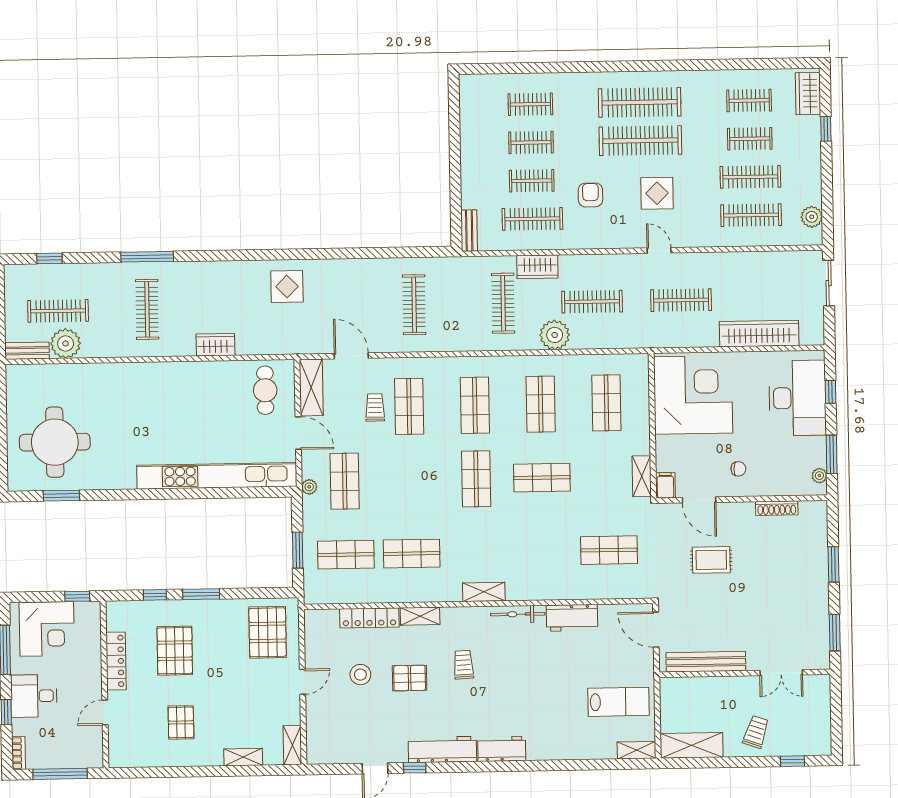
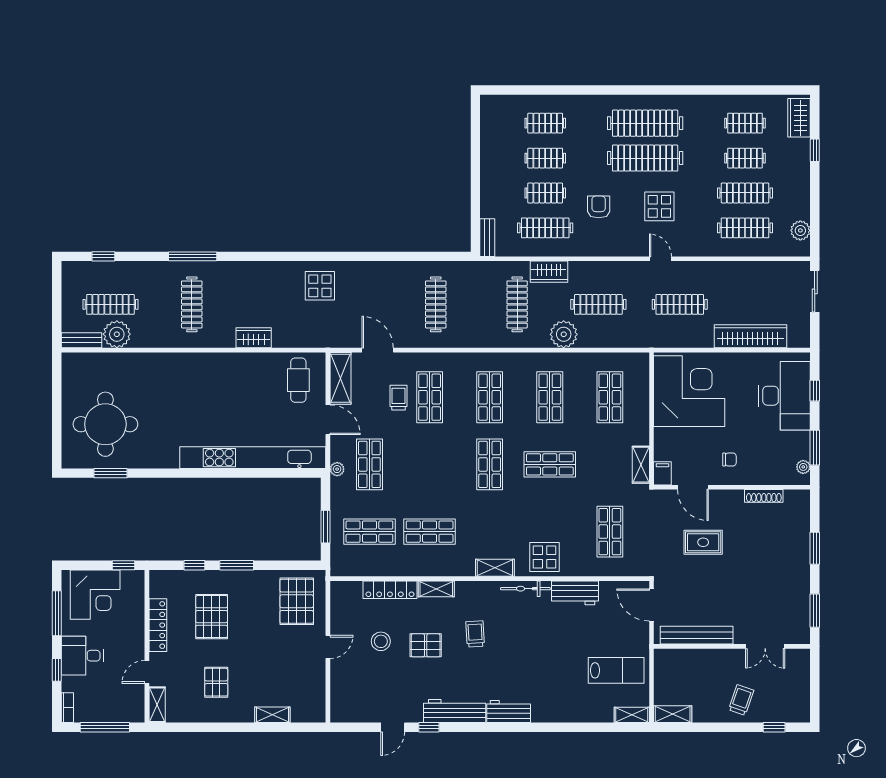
shop shelf: (609, 550) -> (610, 532), turned 90
display table: (538, 579) -> (545, 557), added
shelving: (292, 745) -> (157, 705), moved
shelving: (692, 745) -> (673, 714), width x0.67, depth x0.75

